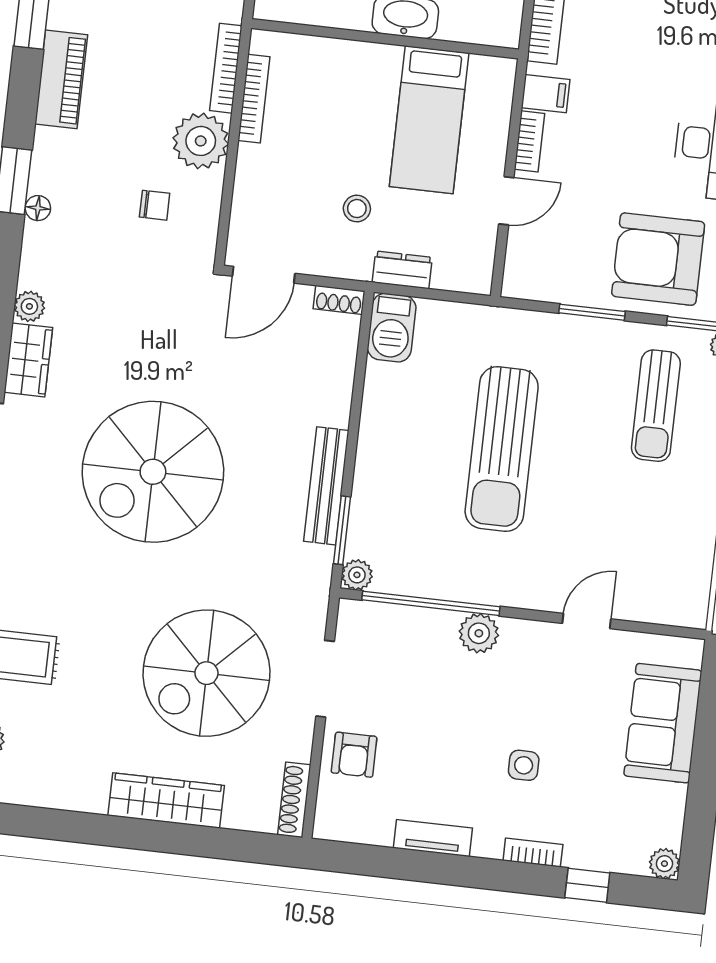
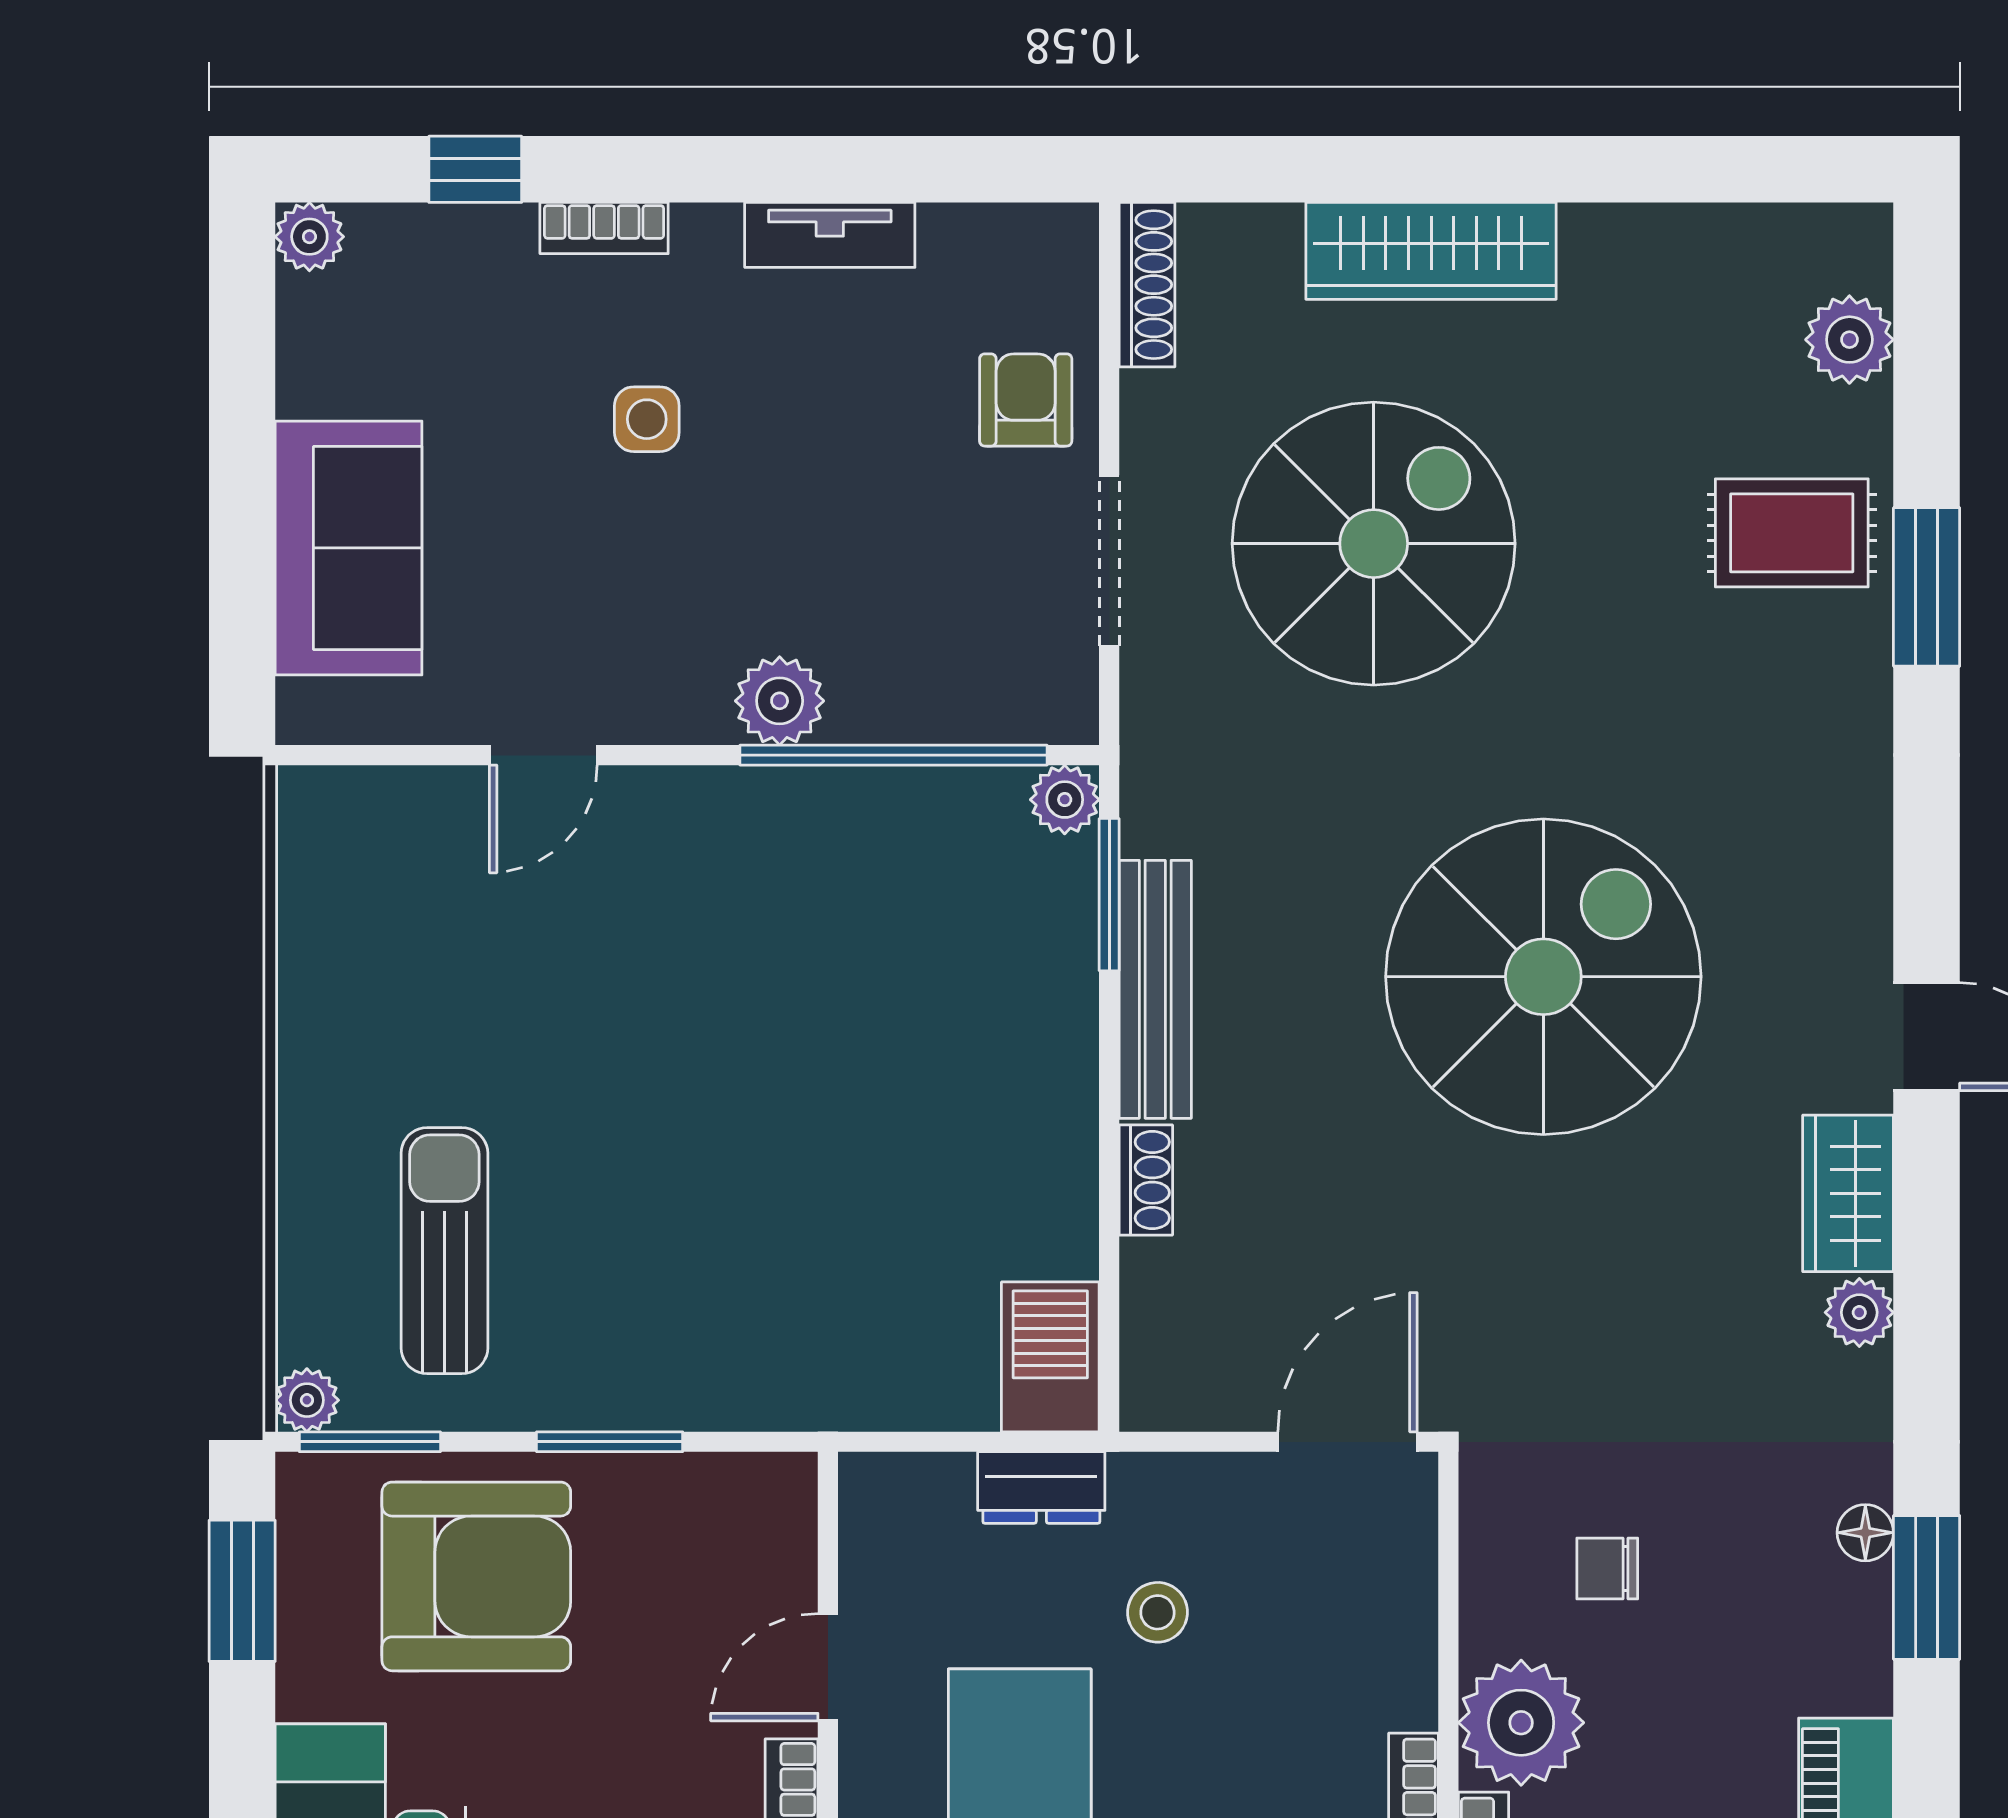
shoe rack: (339, 300) -> (1146, 1180), moved, turned 90
sun lounger: (502, 449) -> (776, 1115), removed

